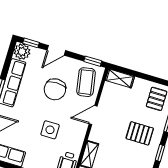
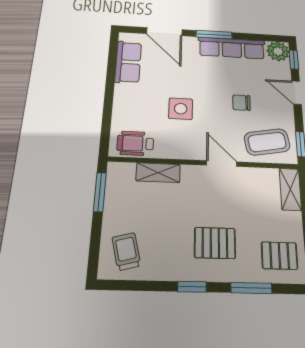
chair: (55, 89) -> (242, 103), width x0.54, depth x0.54
pallet: (140, 133) -> (215, 243), turned 90

